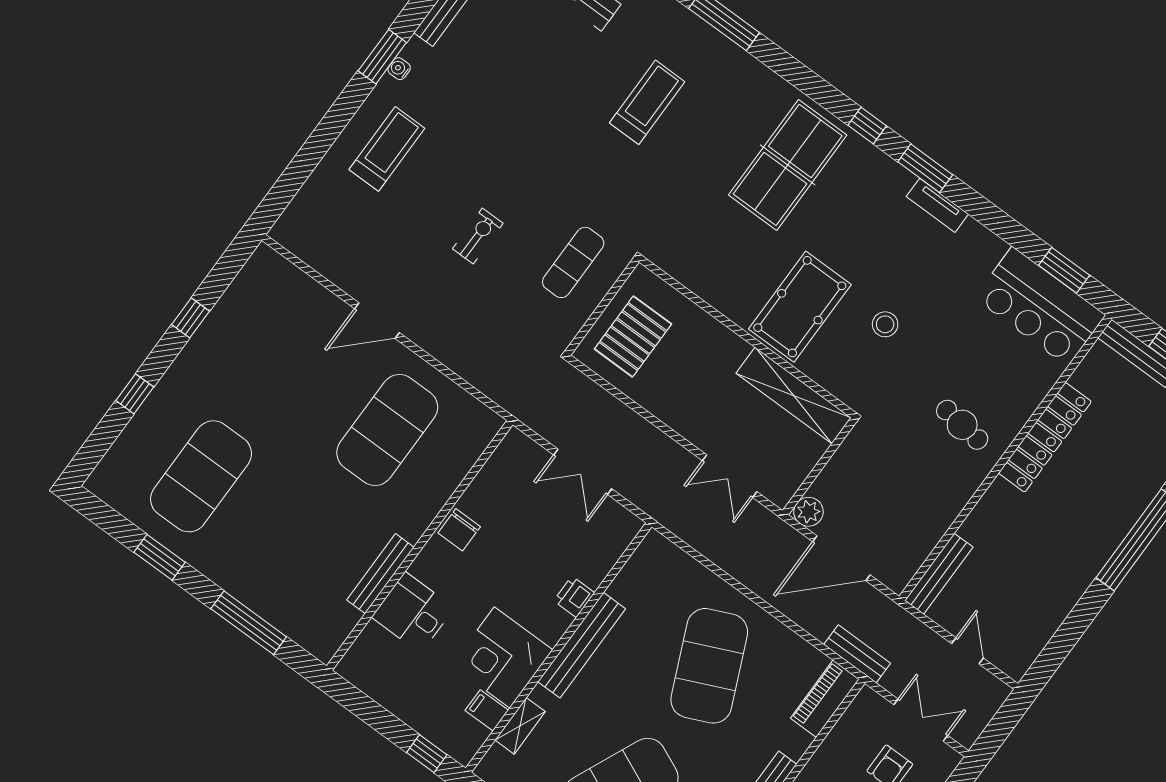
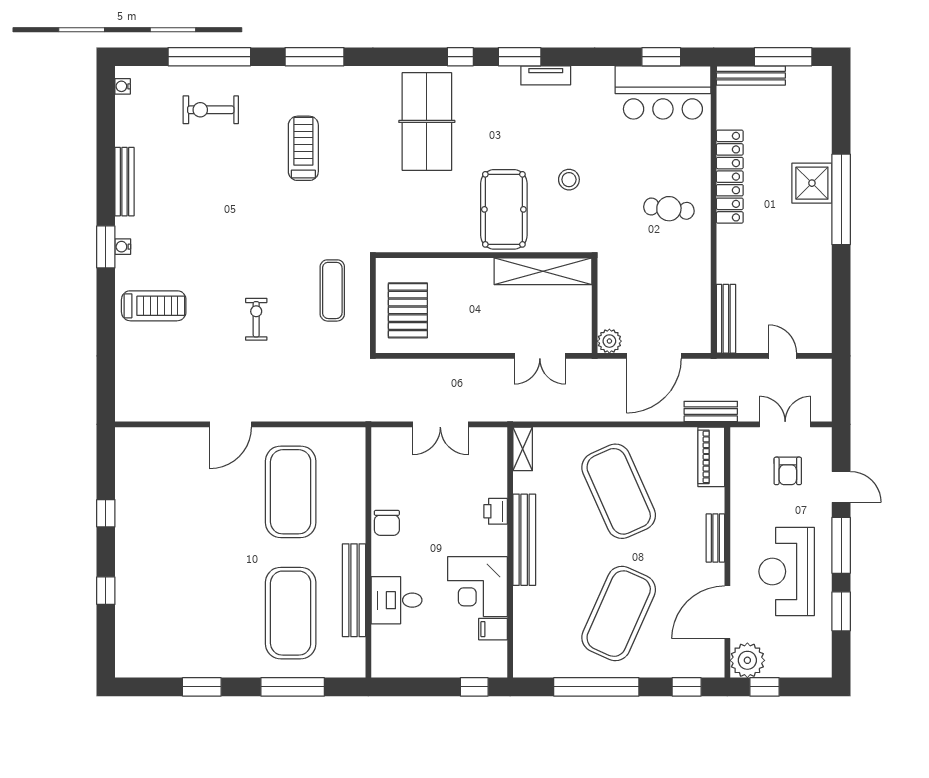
treadmill: (387, 149) -> (154, 306), turned 90
exercise mat: (201, 476) -> (291, 613), moved
shower: (1121, 503) -> (812, 183), added
bench: (380, 574) -> (354, 590), width x1.37, depth x1.21
shelving: (520, 726) -> (523, 449), moved

